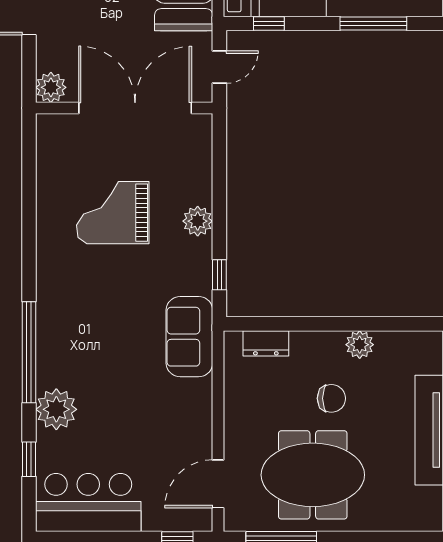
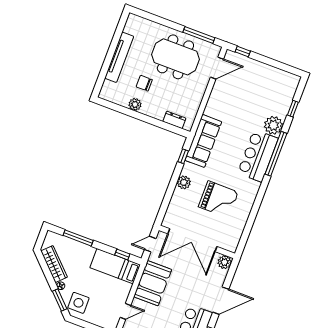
sofa: (189, 337) -> (203, 141), width x1.36
chair: (331, 398) -> (144, 83), moved
bar counter: (88, 502) -> (258, 156), moved, turned 90

